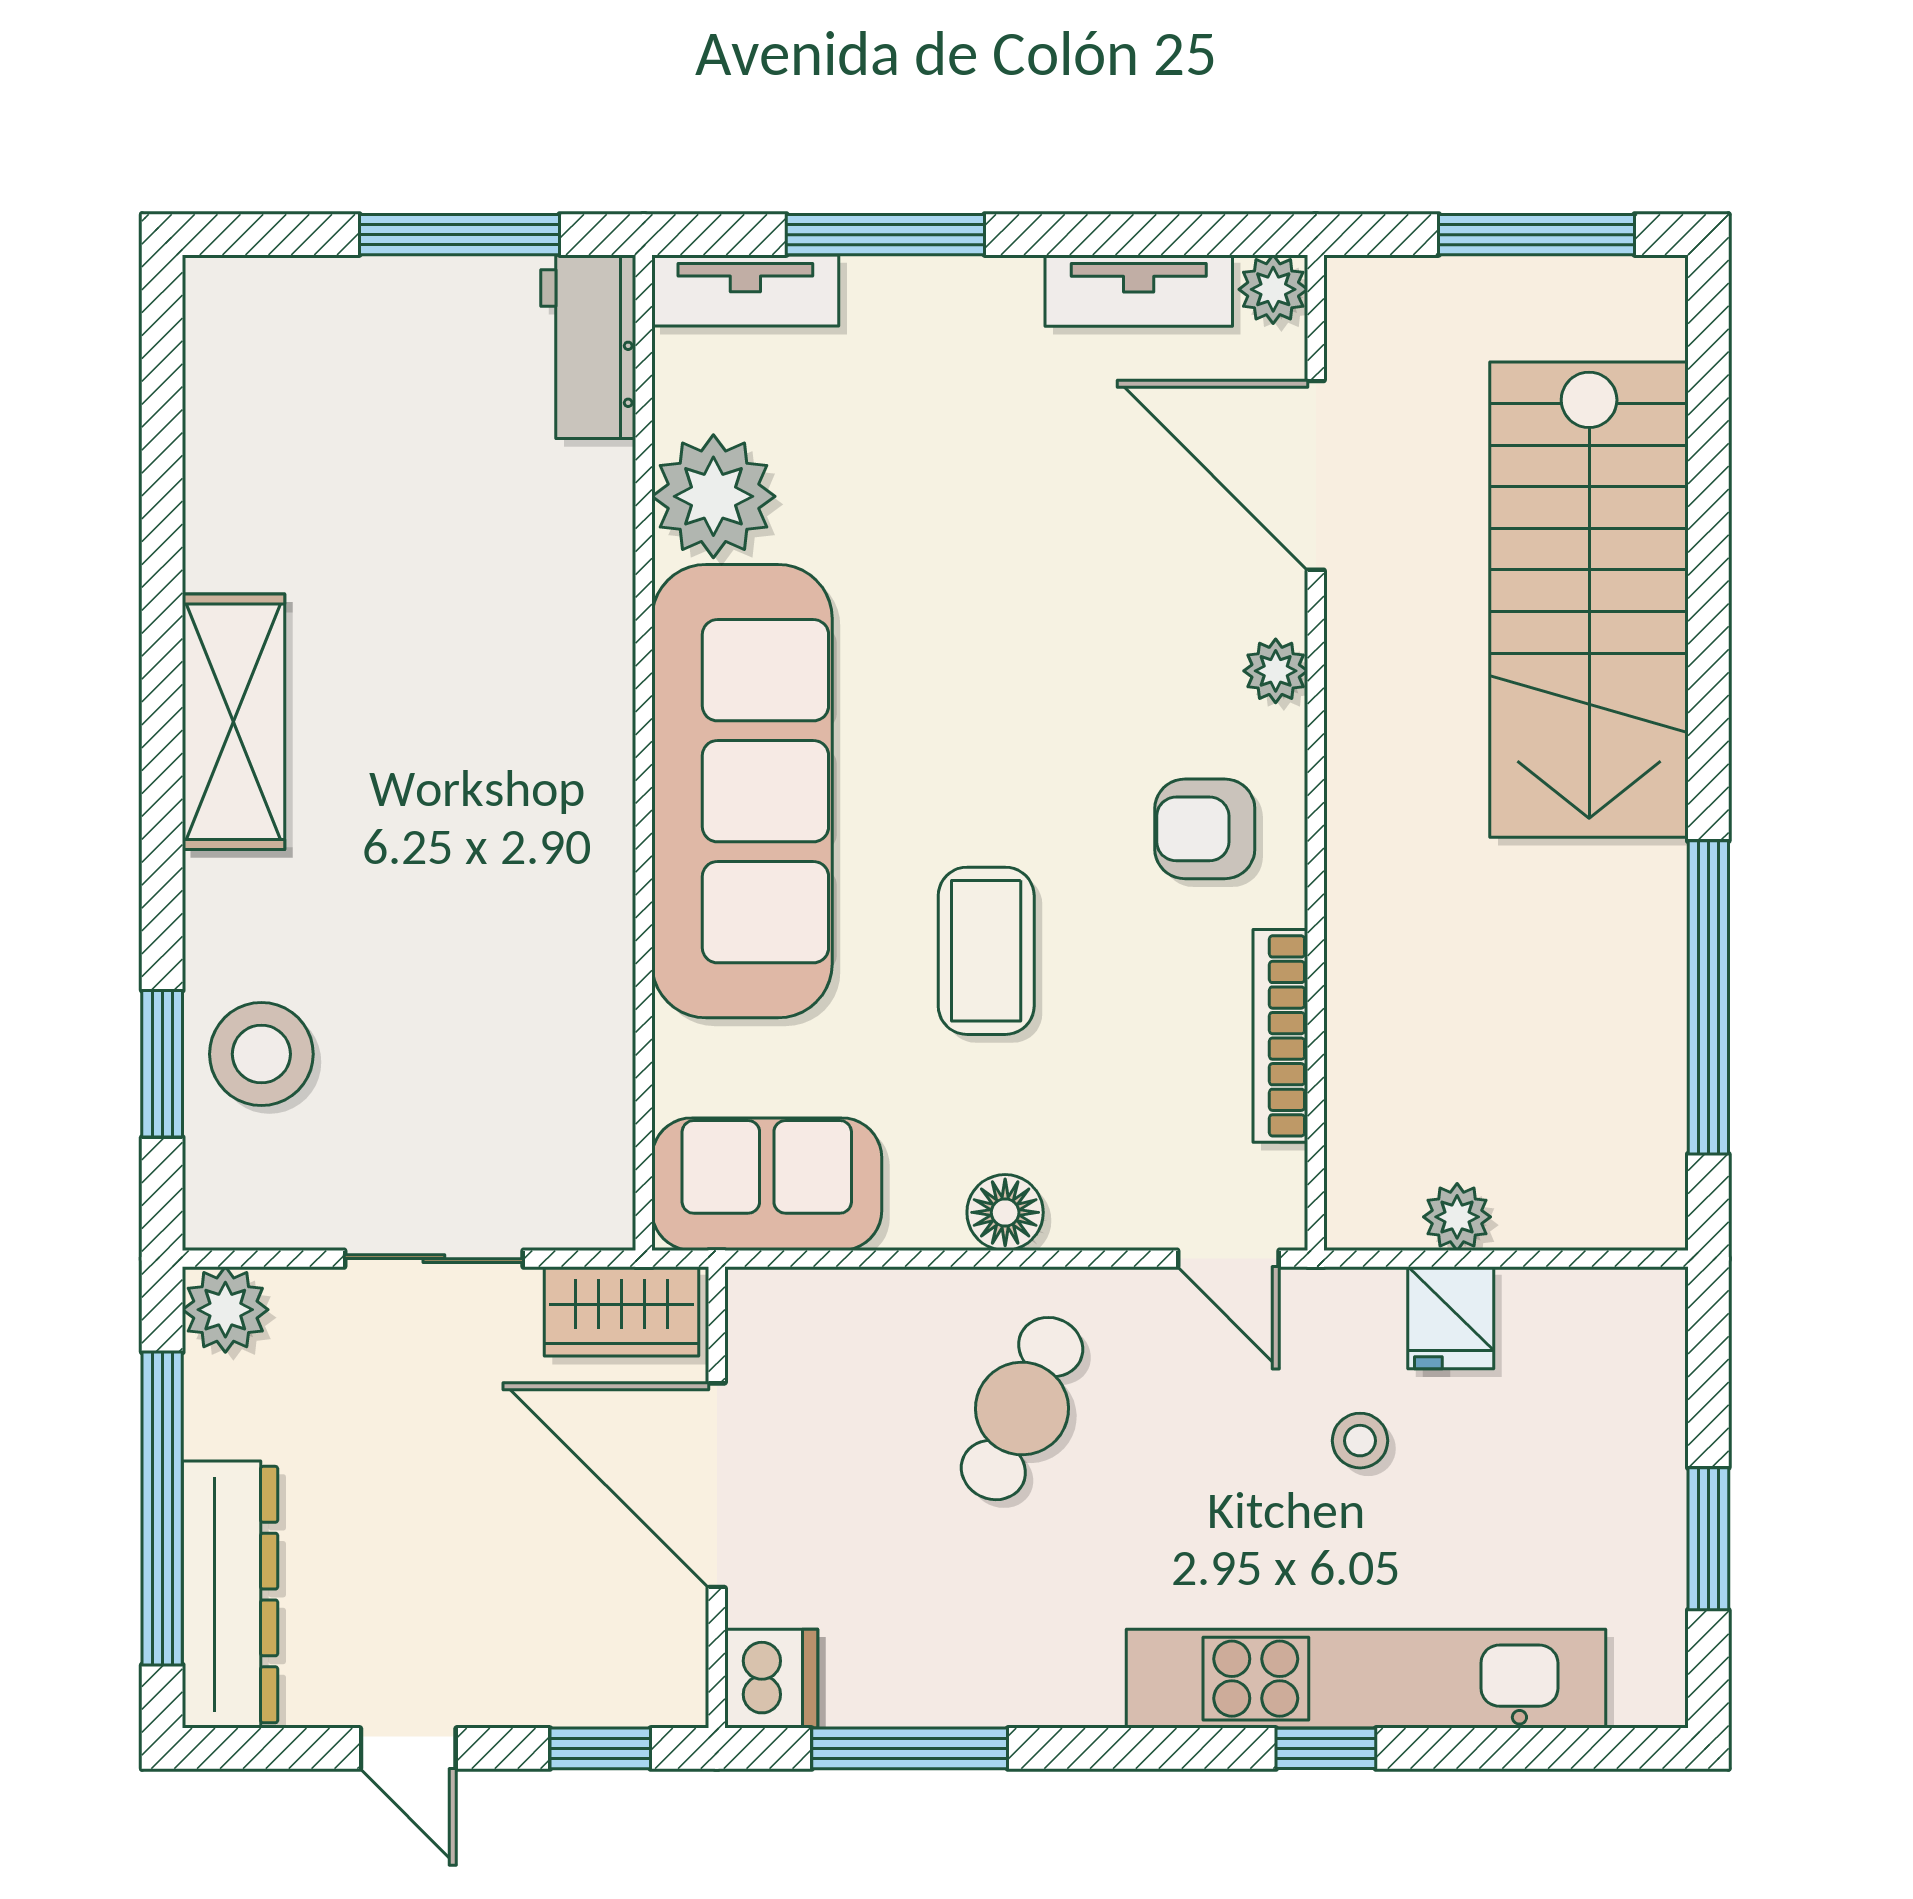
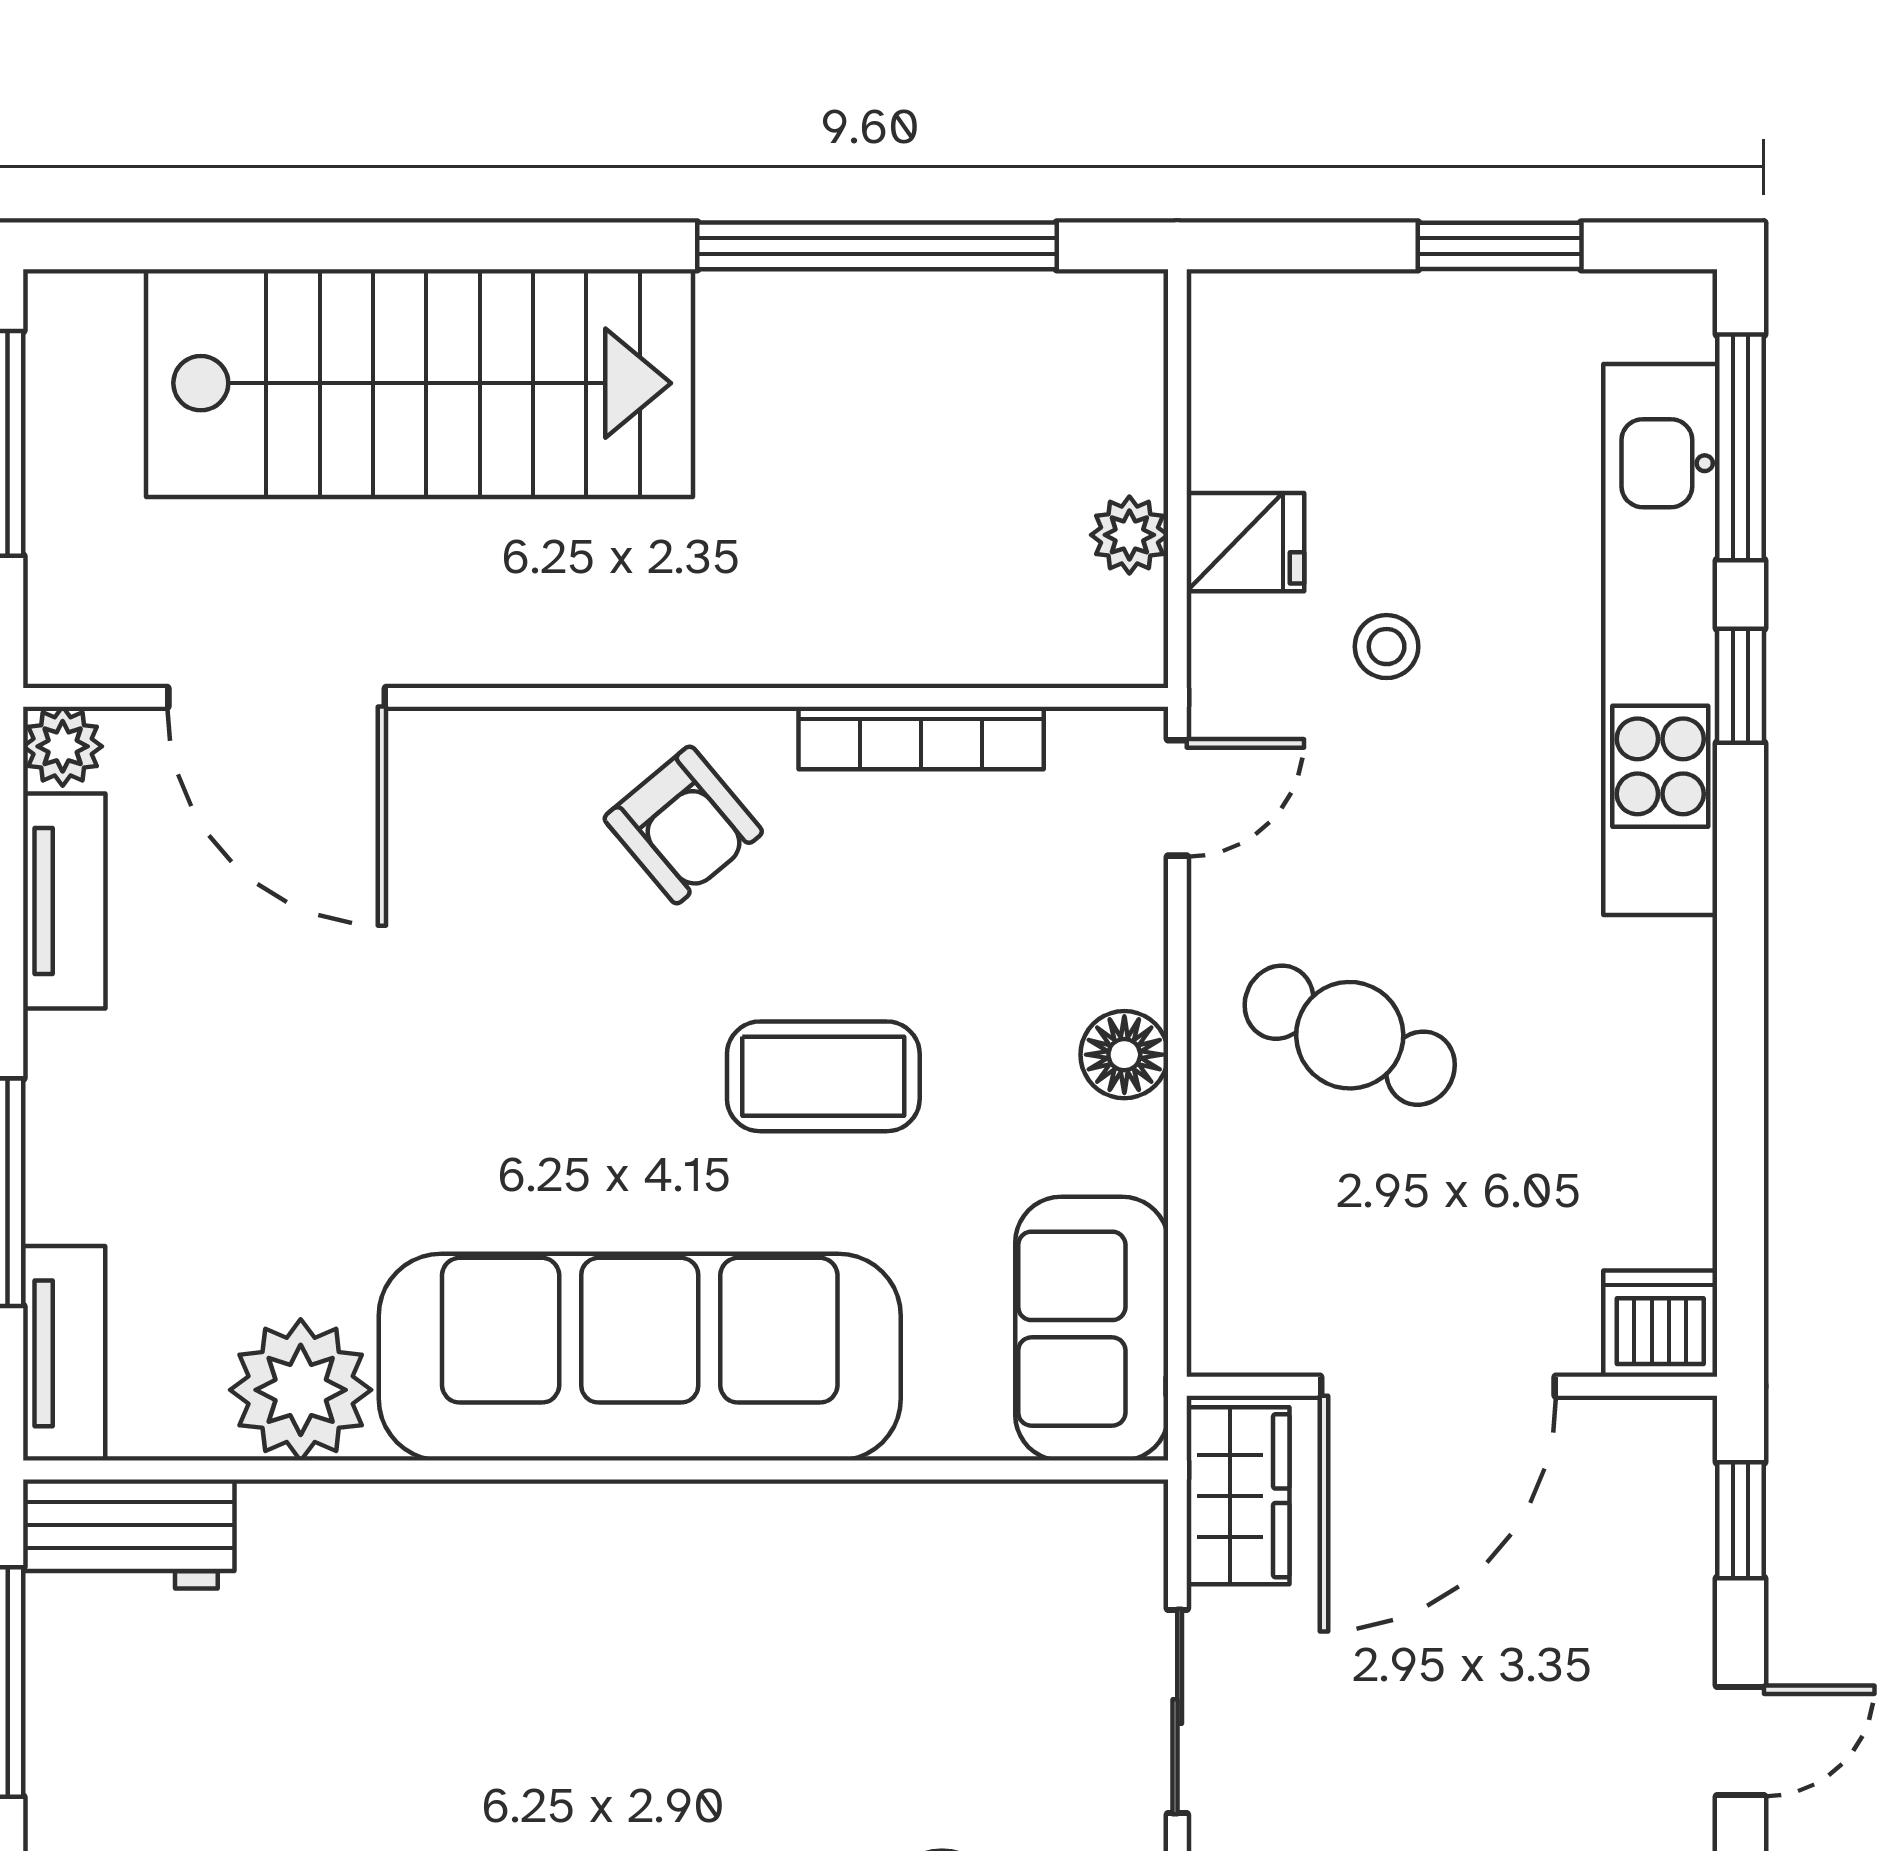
door: (1316, 475) -> (277, 697), hinge flipped
plant: (1276, 671) -> (502, 743), removed
armchair: (1205, 829) -> (683, 825), turned -40
window: (910, 1748) -> (1740, 447), moved

